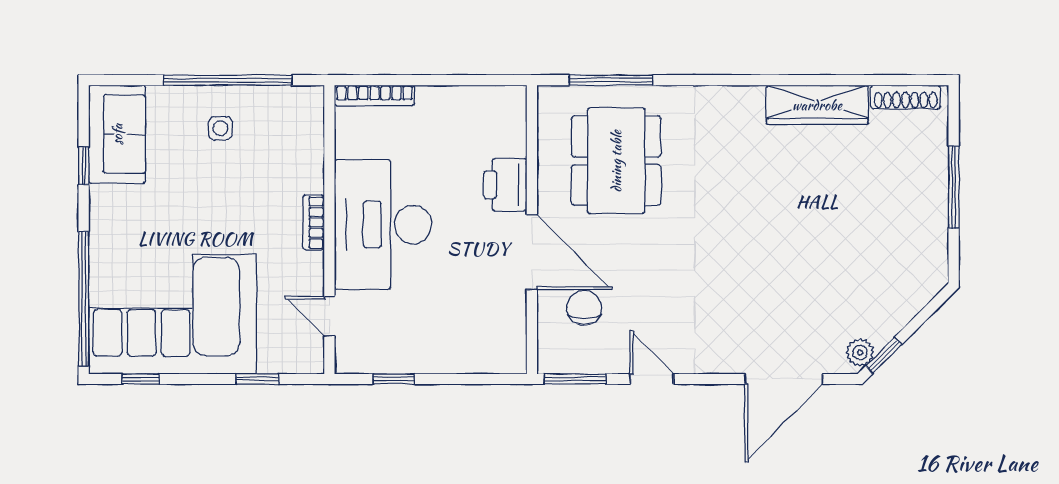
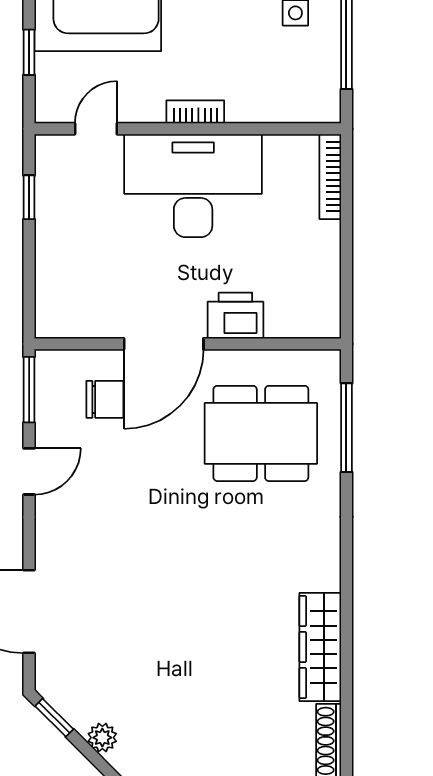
plant: (860, 352) -> (102, 738), moved

